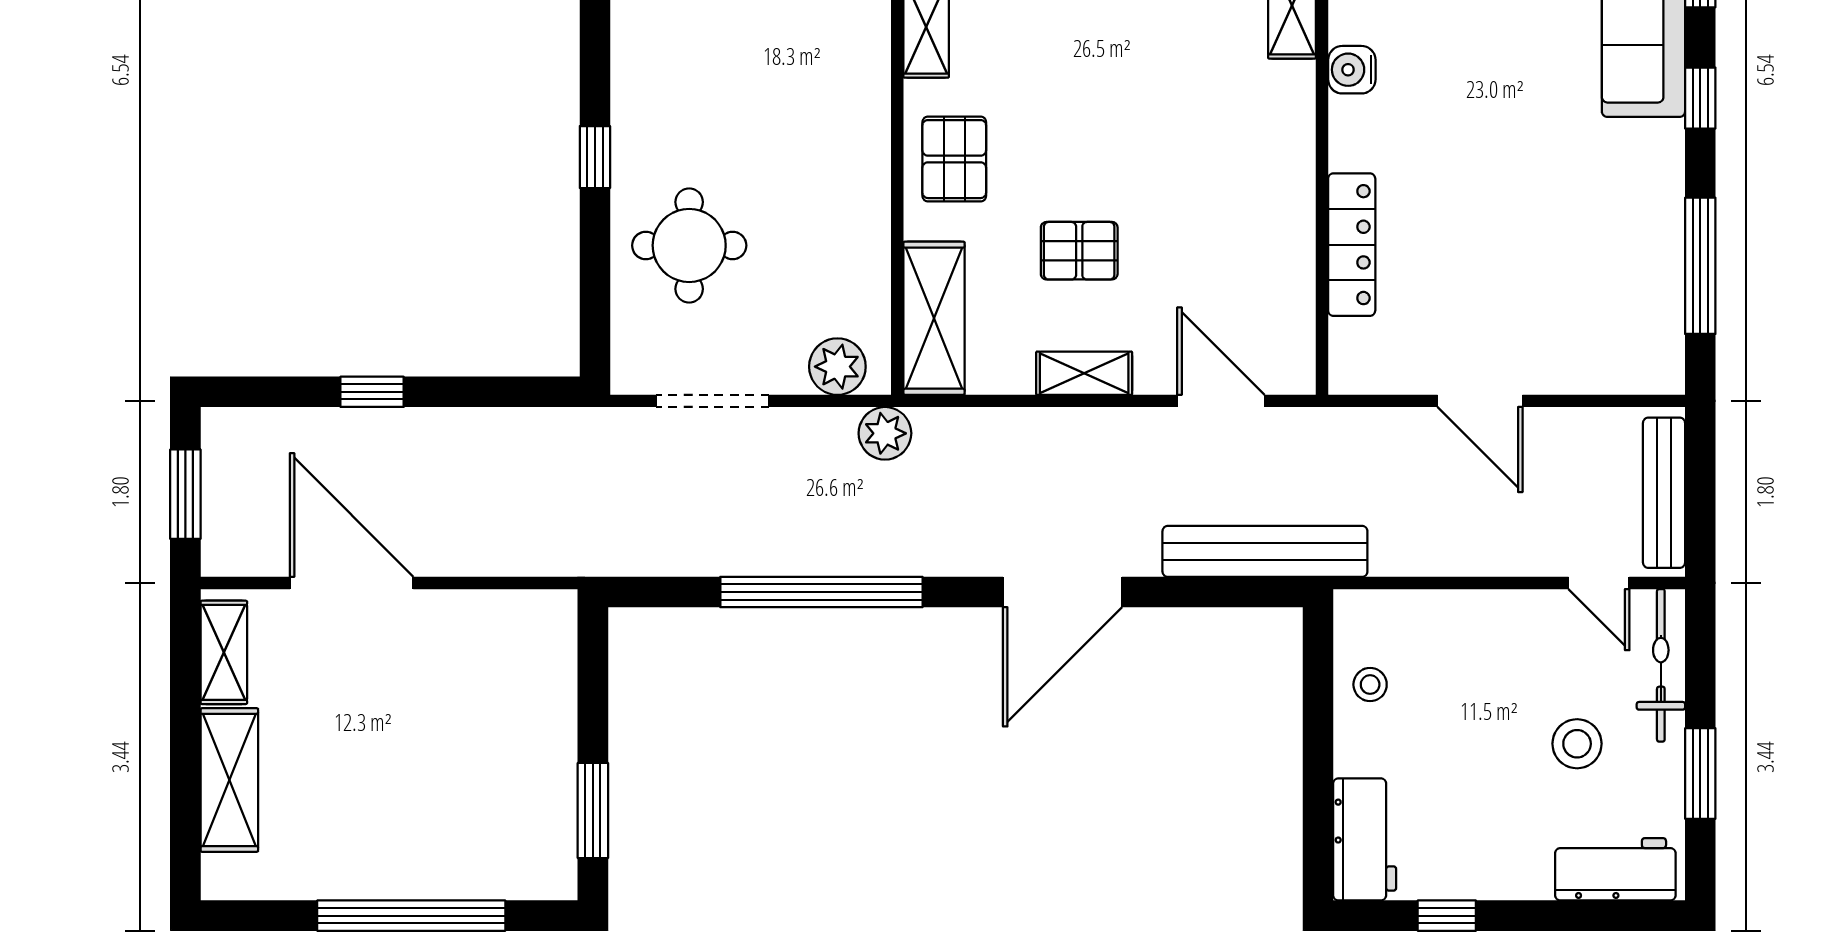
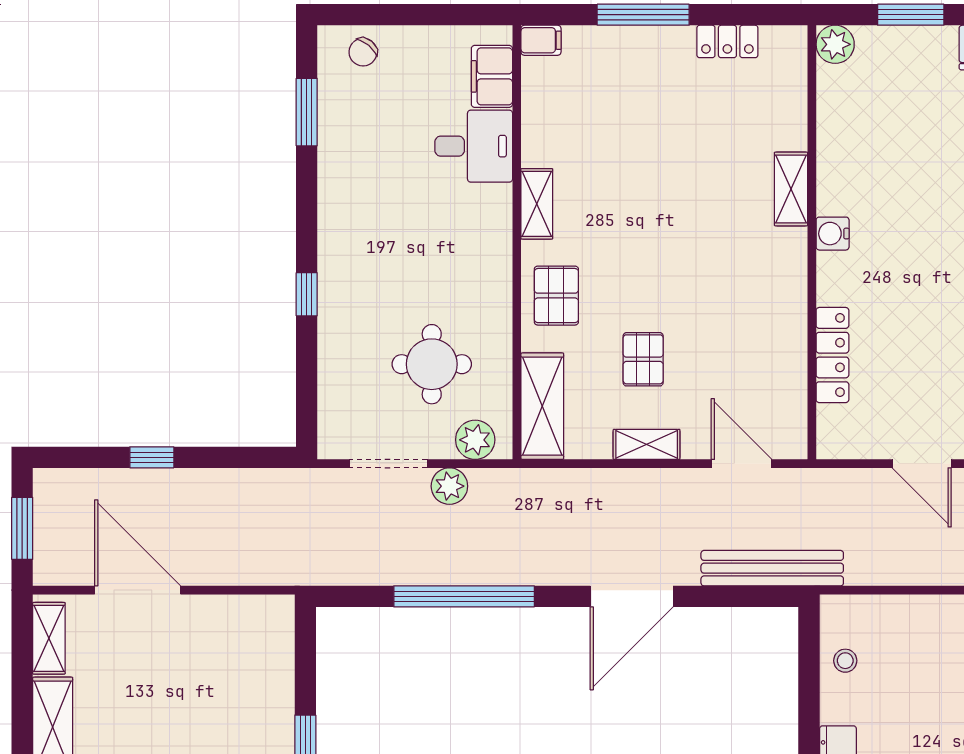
round table: (689, 245) -> (432, 364), moved
pallet: (1079, 251) -> (643, 359), turned 90
plant: (885, 433) -> (449, 486), moved

